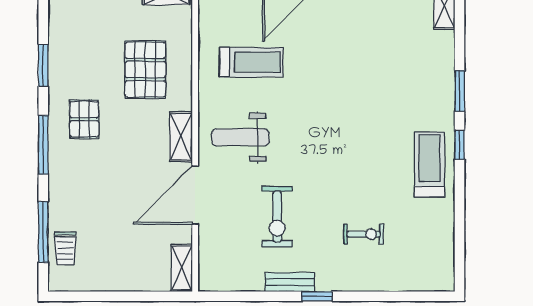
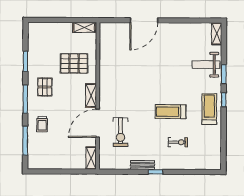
treadmill: (251, 62) -> (171, 112), moved, turned 180
pallet: (145, 70) -> (74, 63), turned 90
weight bench: (240, 137) -> (206, 65), moved
exercise bike: (277, 217) -> (121, 132), moved
trolley: (65, 248) -> (42, 124), moved

